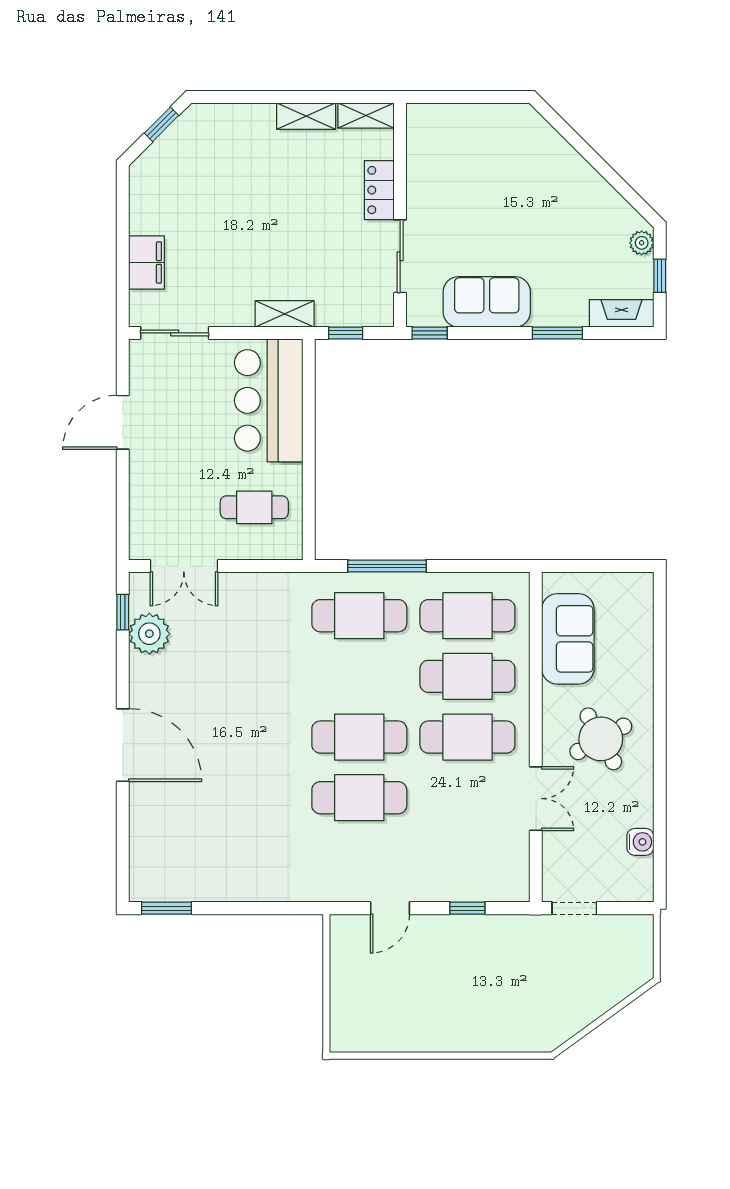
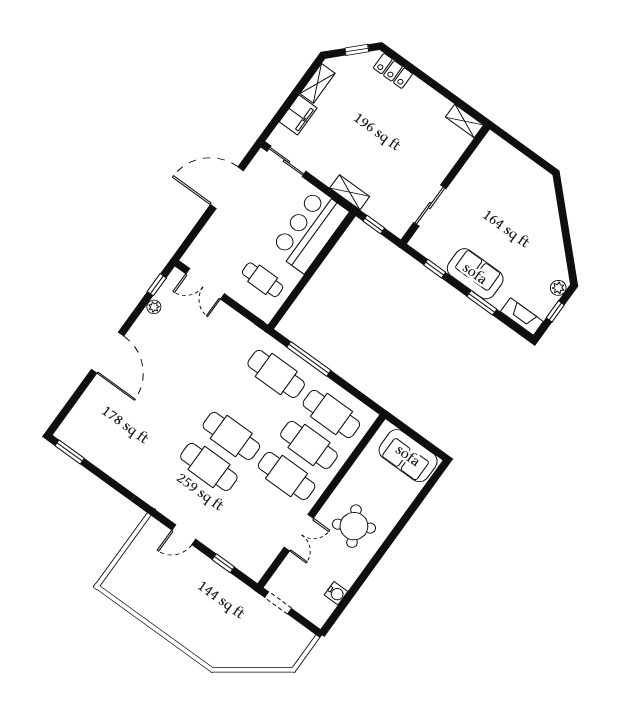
shelving: (306, 116) -> (317, 83), moved, turned 90
locker: (379, 190) -> (393, 71), moved, turned -90
sofa: (487, 302) -> (475, 274), moved
window: (430, 333) -> (435, 269), moved
door: (123, 422) -> (227, 188), width x1.36
plant: (149, 634) -> (154, 307), width x0.53, depth x0.53
sofa: (568, 639) -> (408, 456), moved, turned 90

